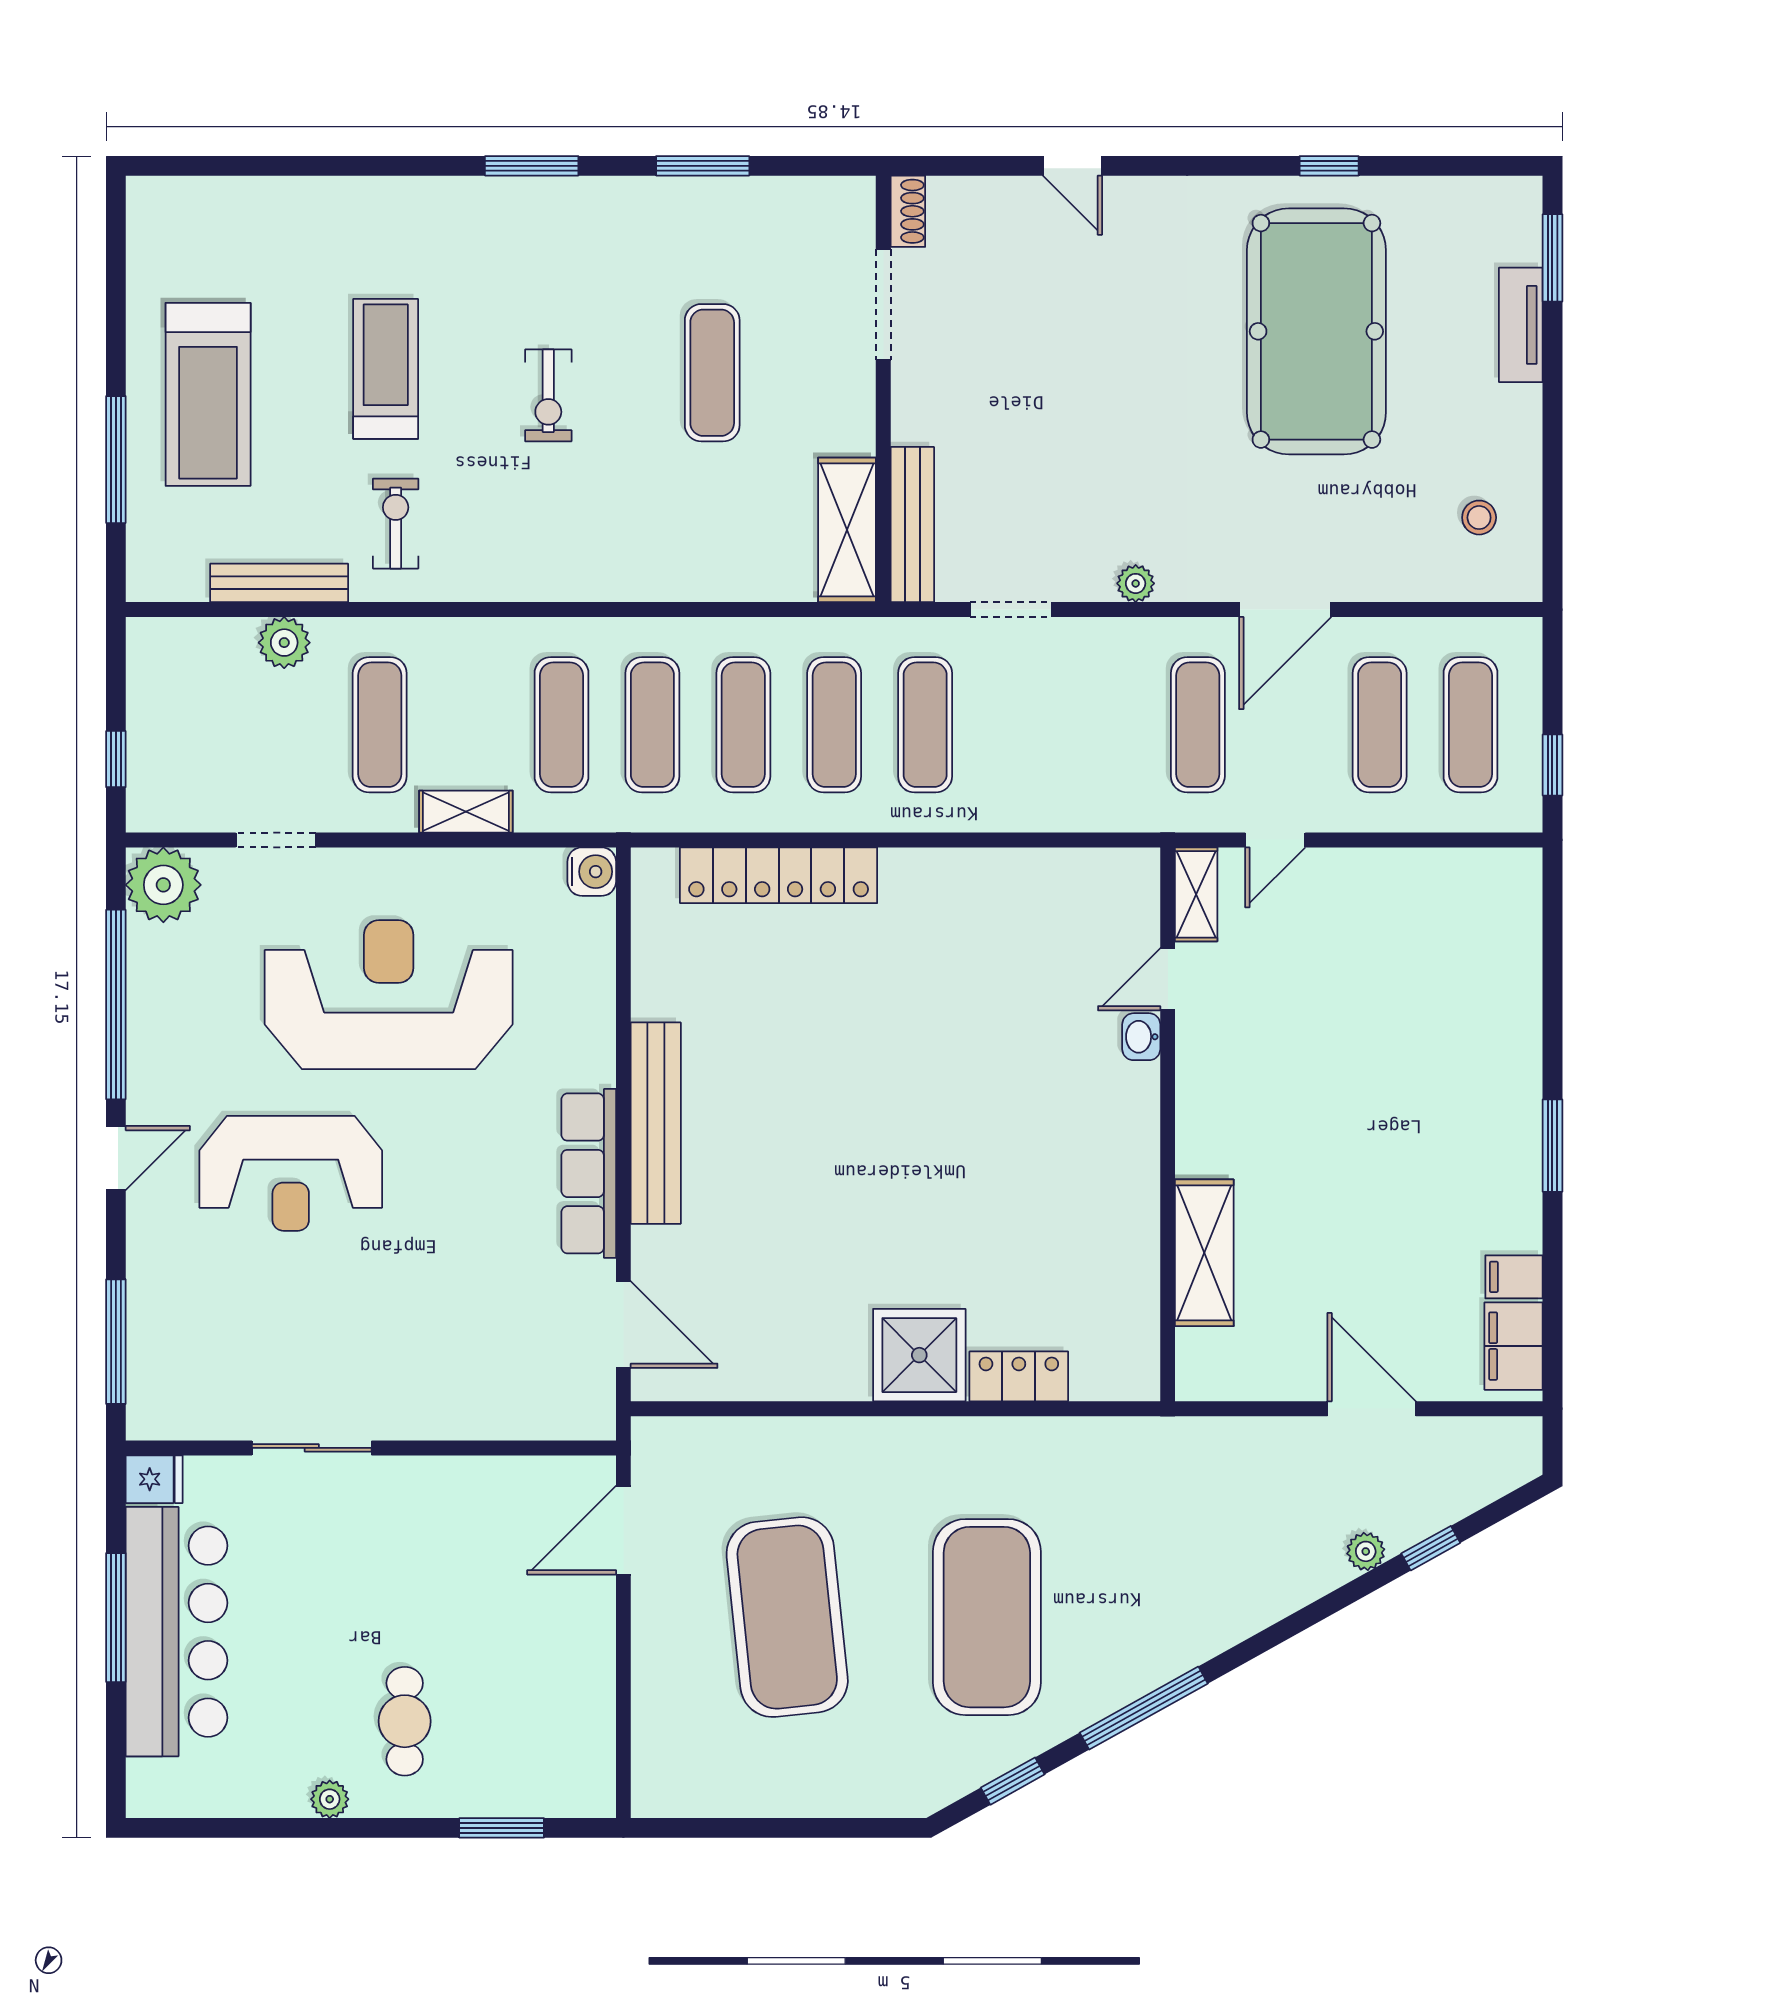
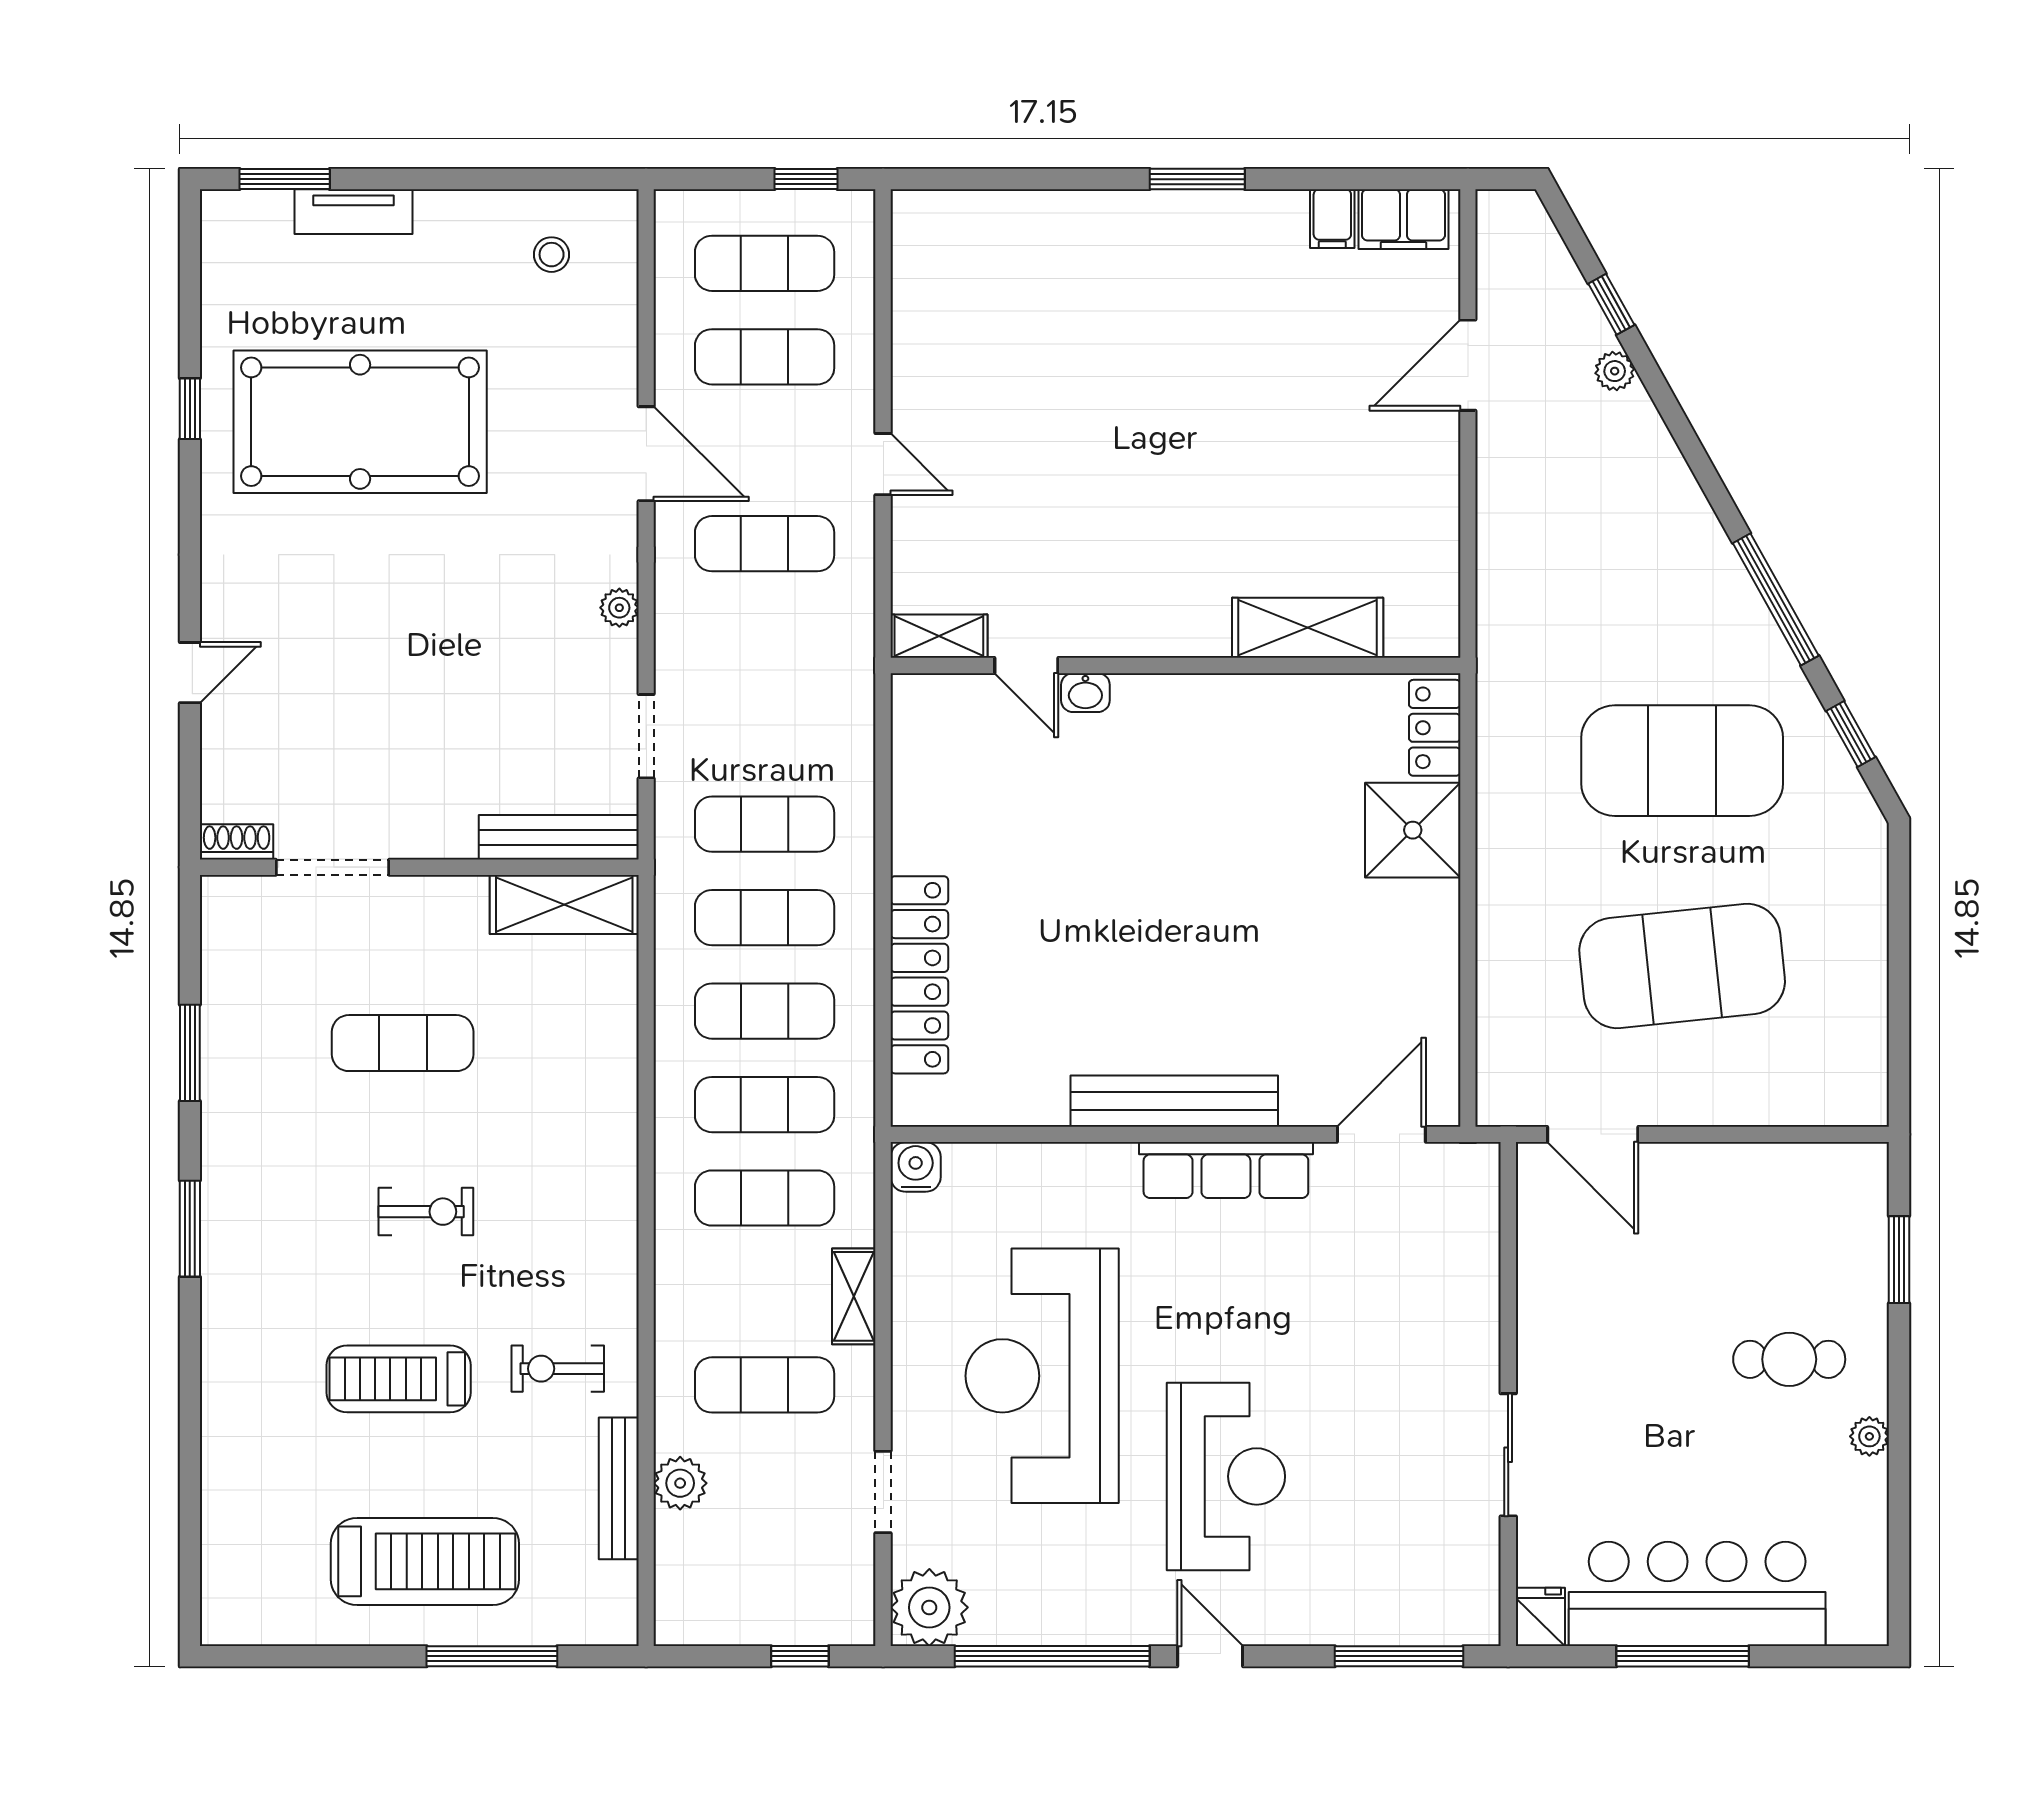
shelving: (1196, 894) -> (939, 636), moved
door: (1168, 979) -> (1026, 666), moved
washbasin: (1141, 1037) -> (1085, 693), moved
wall: (1168, 1124) -> (1175, 666), moved
shelving: (1204, 1253) -> (1308, 628), moved

